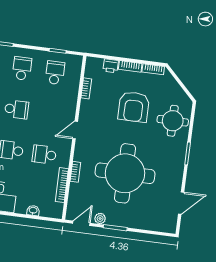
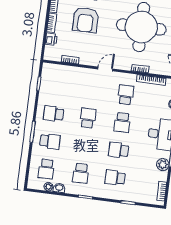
school desk: (55, 73) -> (57, 86), removed
armchair: (134, 107) -> (86, 20), turned 90
door: (75, 130) -> (105, 69), swing flipped
school desk: (44, 155) -> (126, 95), turned 180

